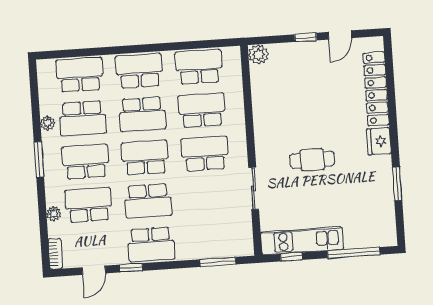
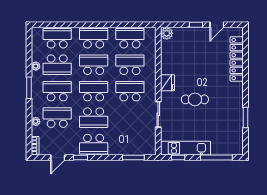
school desk: (142, 114) -> (94, 65), turned 180
fridge: (379, 141) -> (167, 83), moved, turned 180

